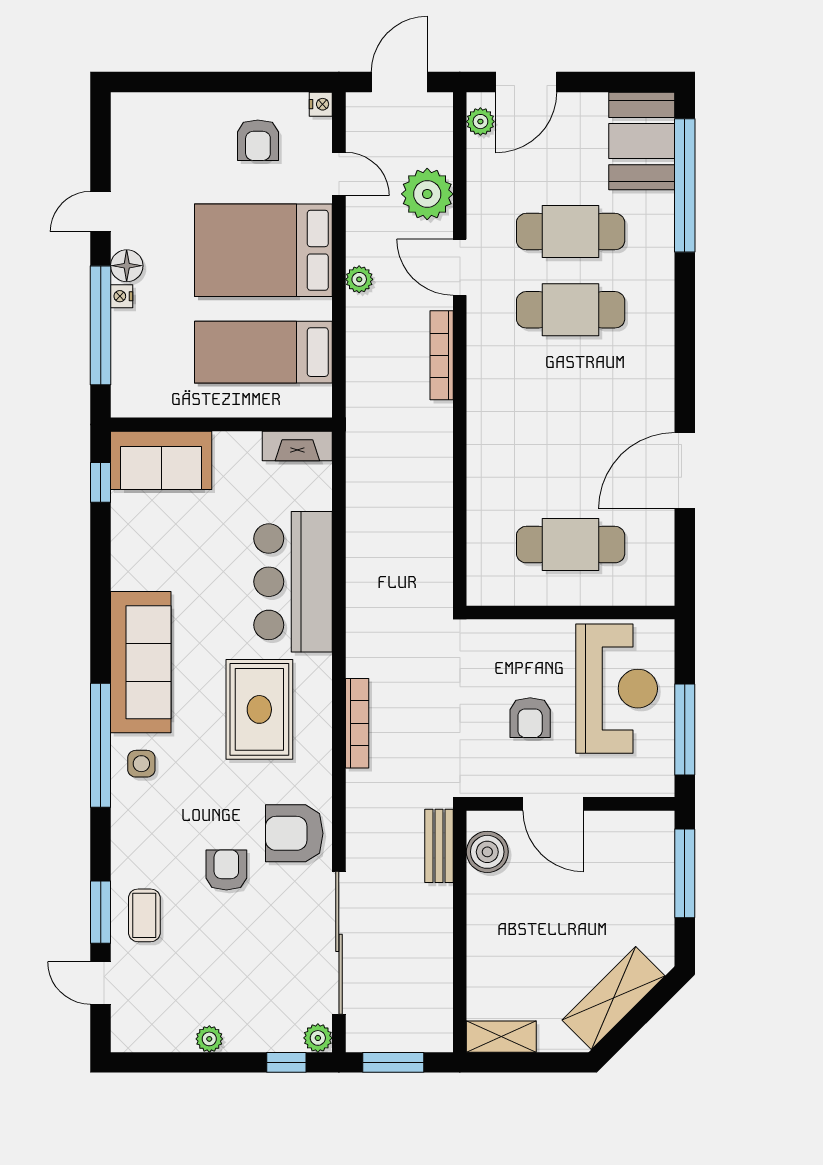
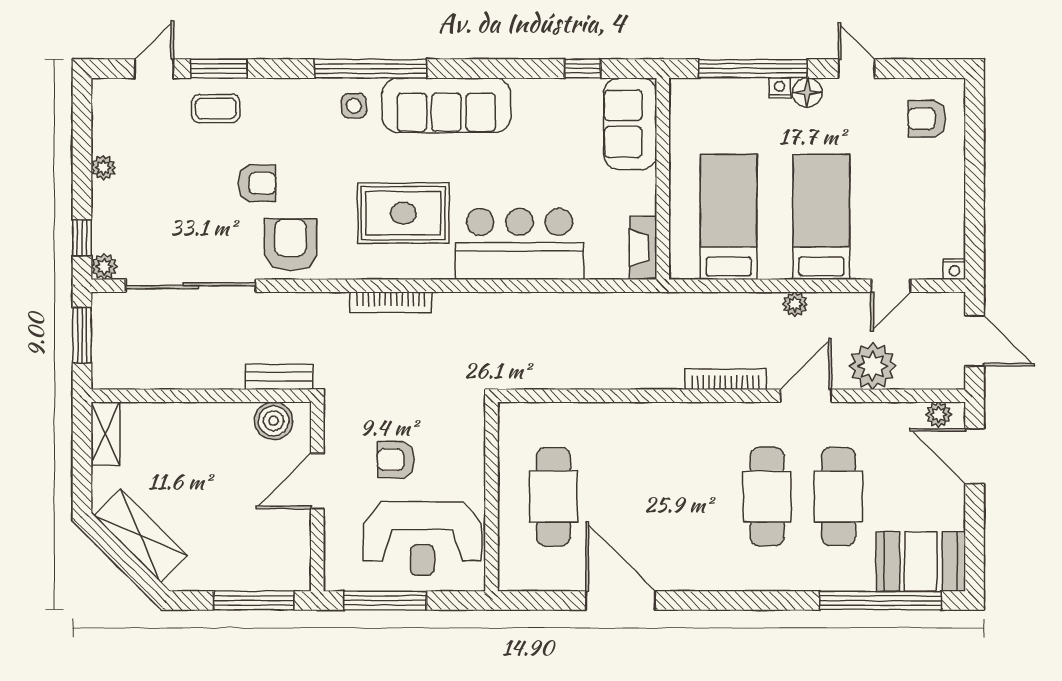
armchair: (258, 140) -> (927, 119), moved
bed: (263, 250) -> (821, 217), width x0.67
window: (101, 482) -> (583, 69), moved

